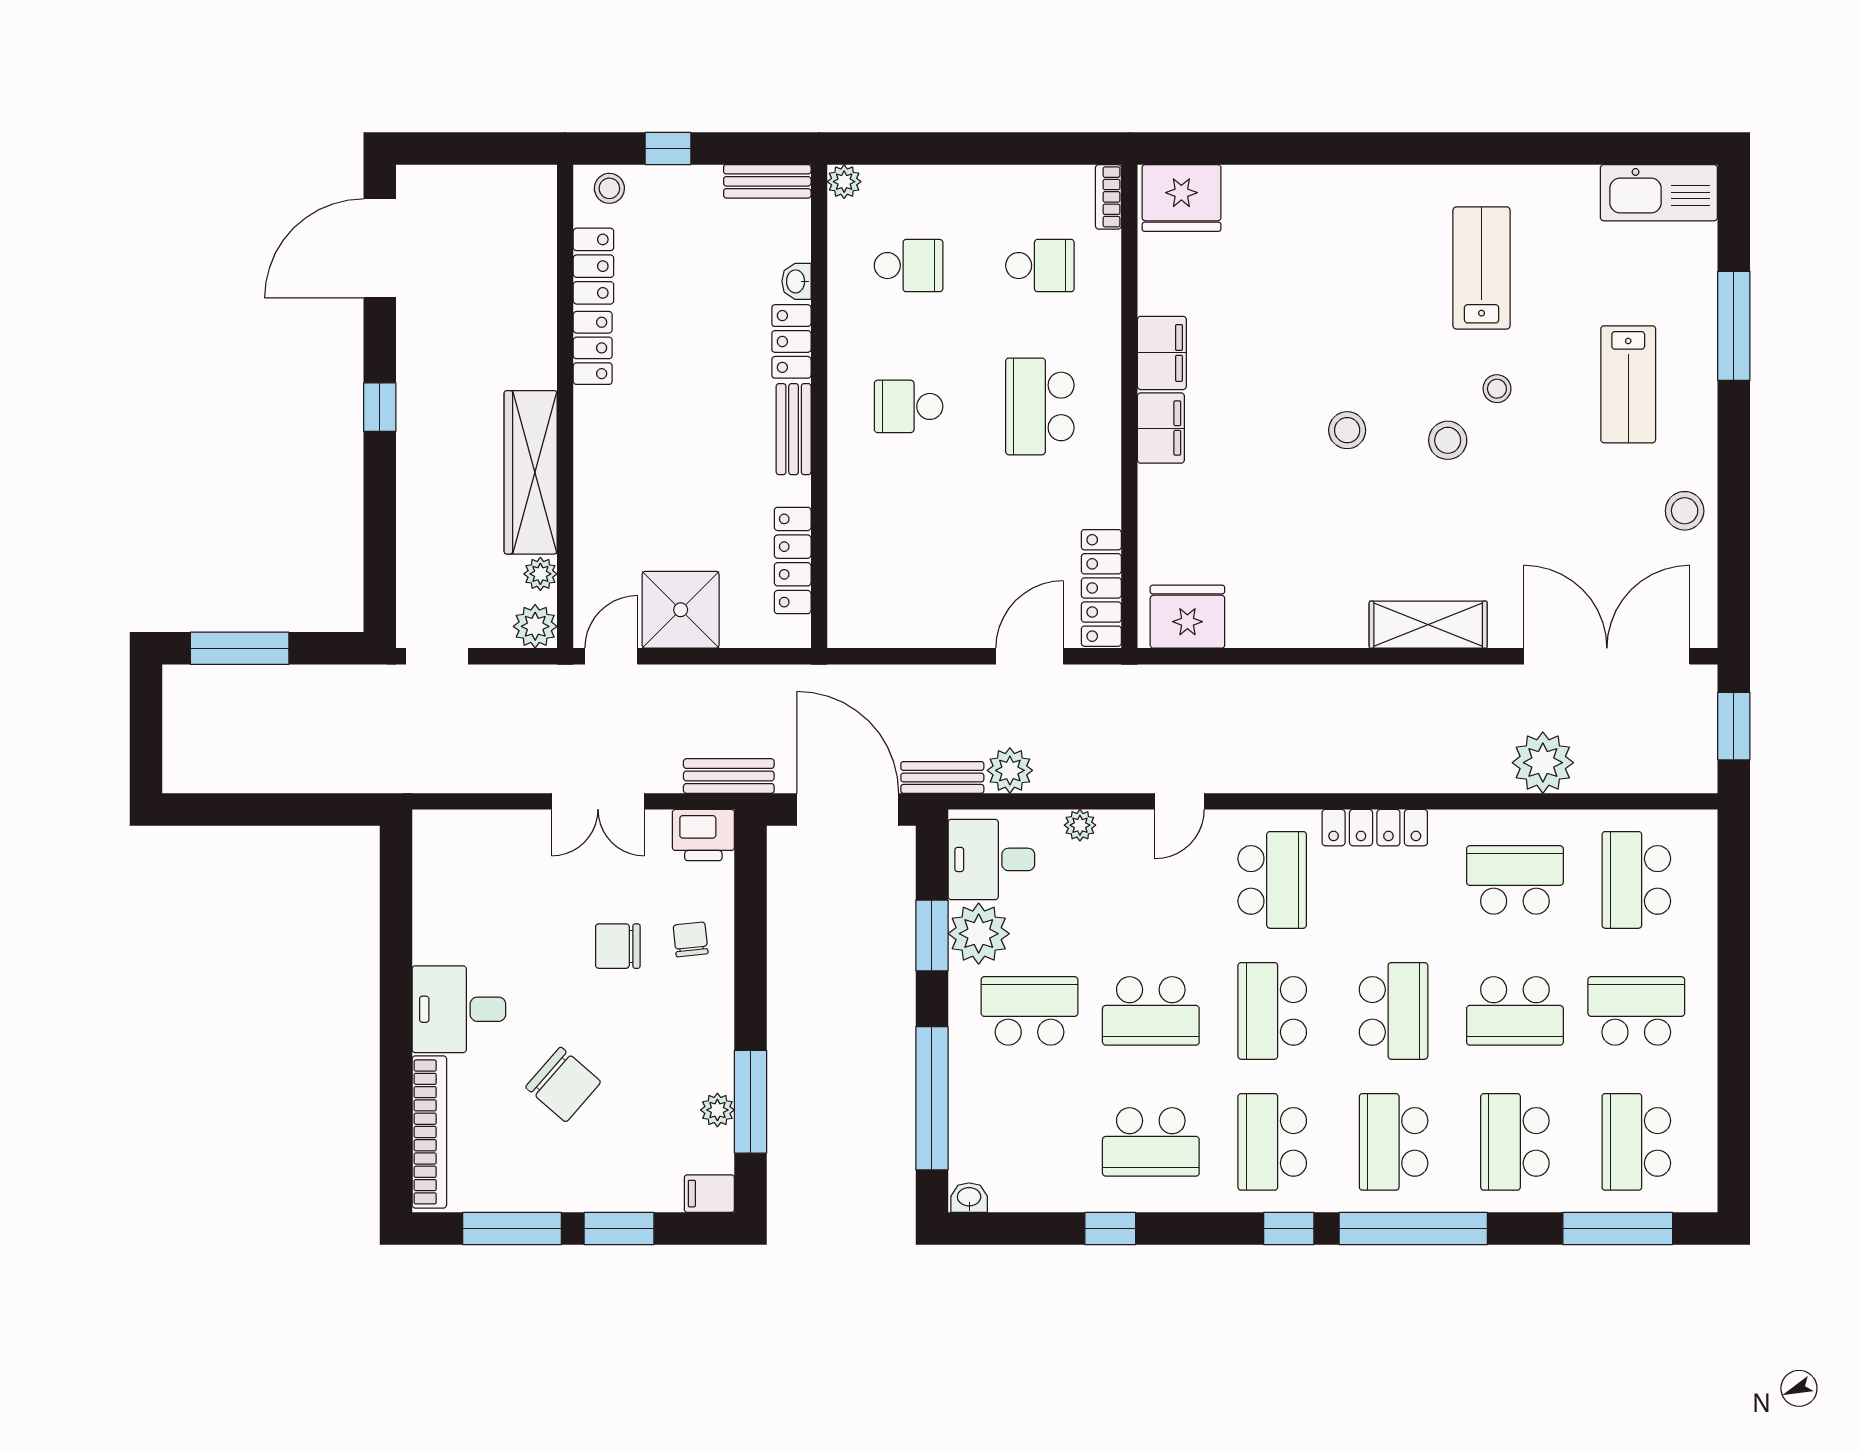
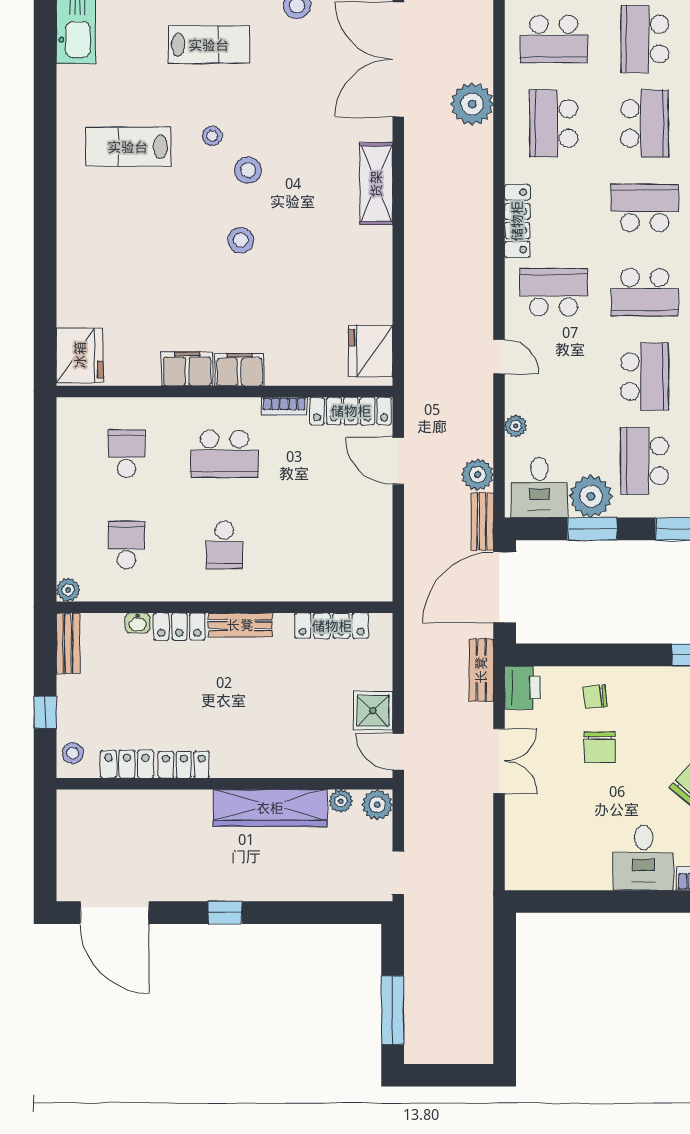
bookcase: (1108, 197) -> (284, 406), moved
shower: (681, 610) -> (373, 711), width x0.73, depth x0.73

